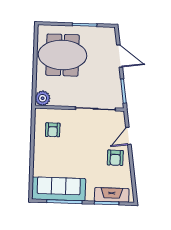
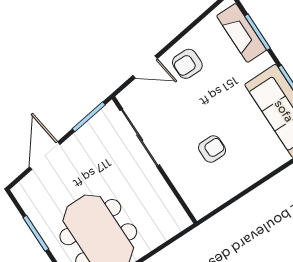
plant: (43, 98) -> (176, 220), removed
armchair: (53, 130) -> (212, 149), moved
armchair: (115, 158) -> (187, 64), turned 180

